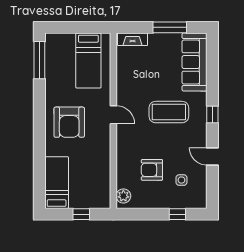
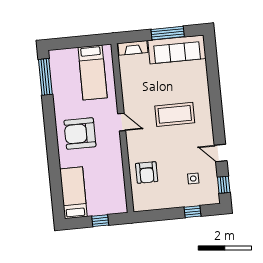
sofa: (194, 62) -> (177, 49), moved, turned -90
window: (212, 114) -> (224, 185), moved
armchair: (69, 122) -> (80, 134), turned 90
armchair: (152, 170) -> (147, 173), moved, turned -90
plant: (123, 196) -> (139, 199), removed

